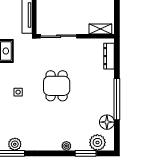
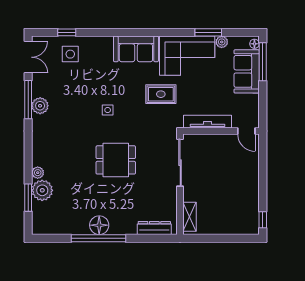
floor lamp: (107, 122) -> (99, 225), moved
plant: (97, 142) -> (42, 190), moved

